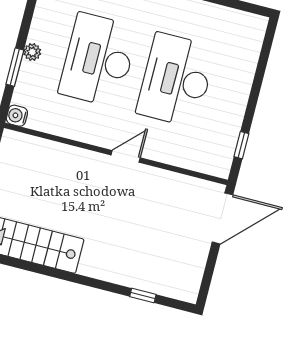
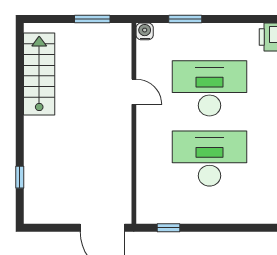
plant: (32, 52) -> (202, 31), removed
door: (126, 156) -> (134, 92), moved

